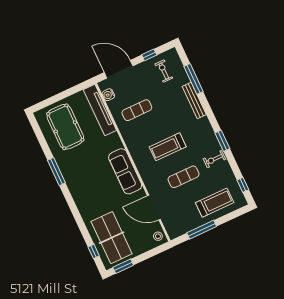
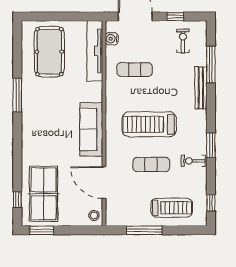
treadmill: (168, 147) -> (149, 124), width x1.37, depth x1.37

